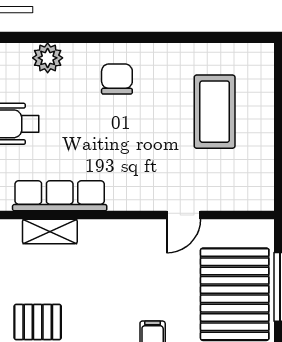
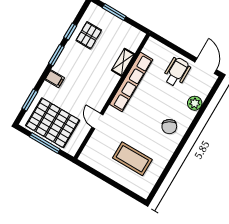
chair: (117, 79) -> (169, 127), turned 58
row of seats: (60, 196) -> (131, 82), width x1.36

